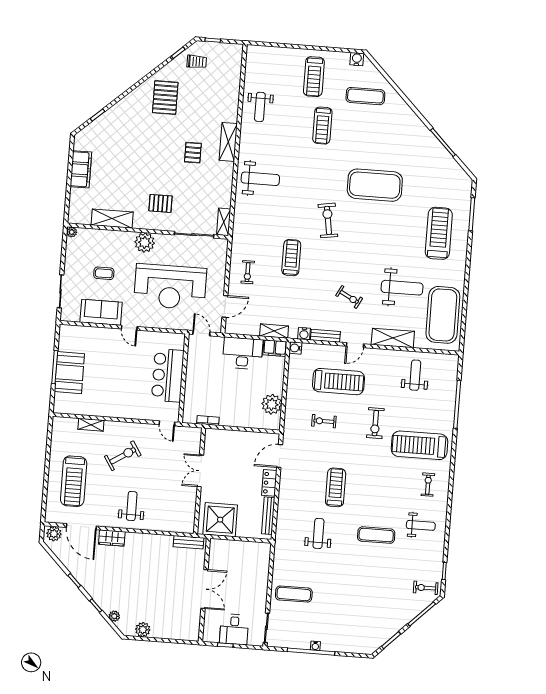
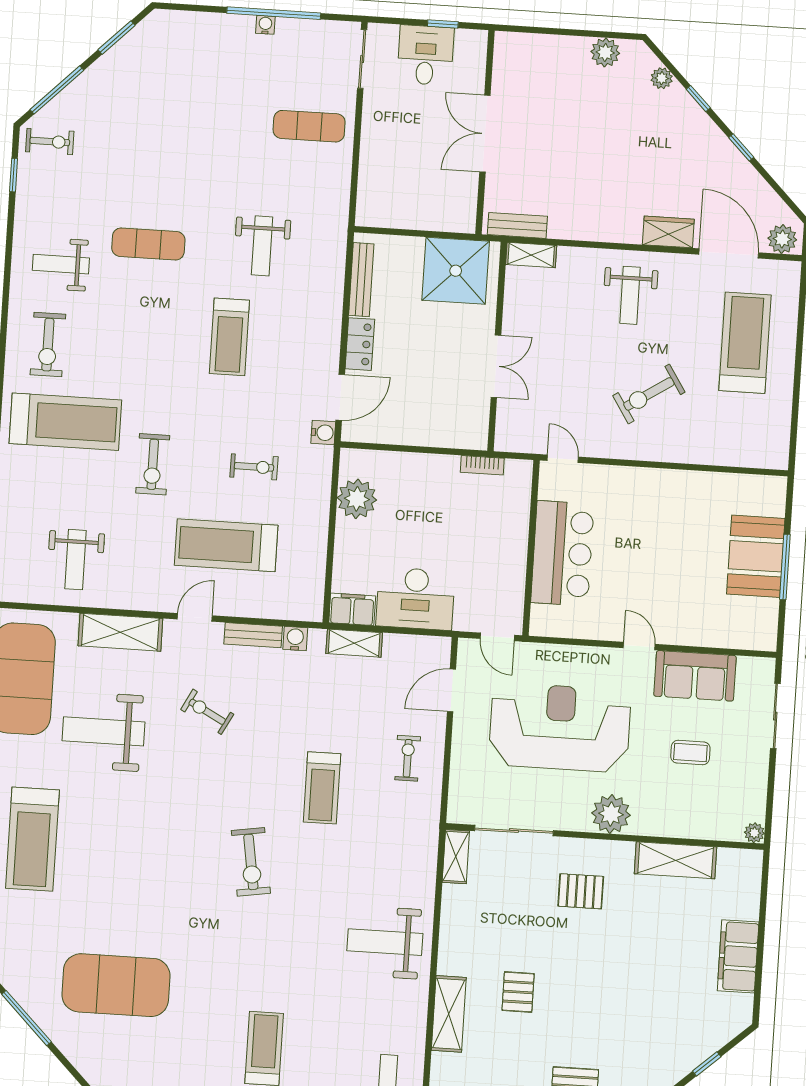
exercise mat: (375, 185) -> (116, 985), moved
water cooler: (295, 348) -> (323, 433), moved
exercise bike: (375, 423) -> (153, 464), turned 180
shelving: (91, 425) -> (531, 255), moved
exercise bike: (428, 485) -> (48, 345), width x1.38, depth x1.39

